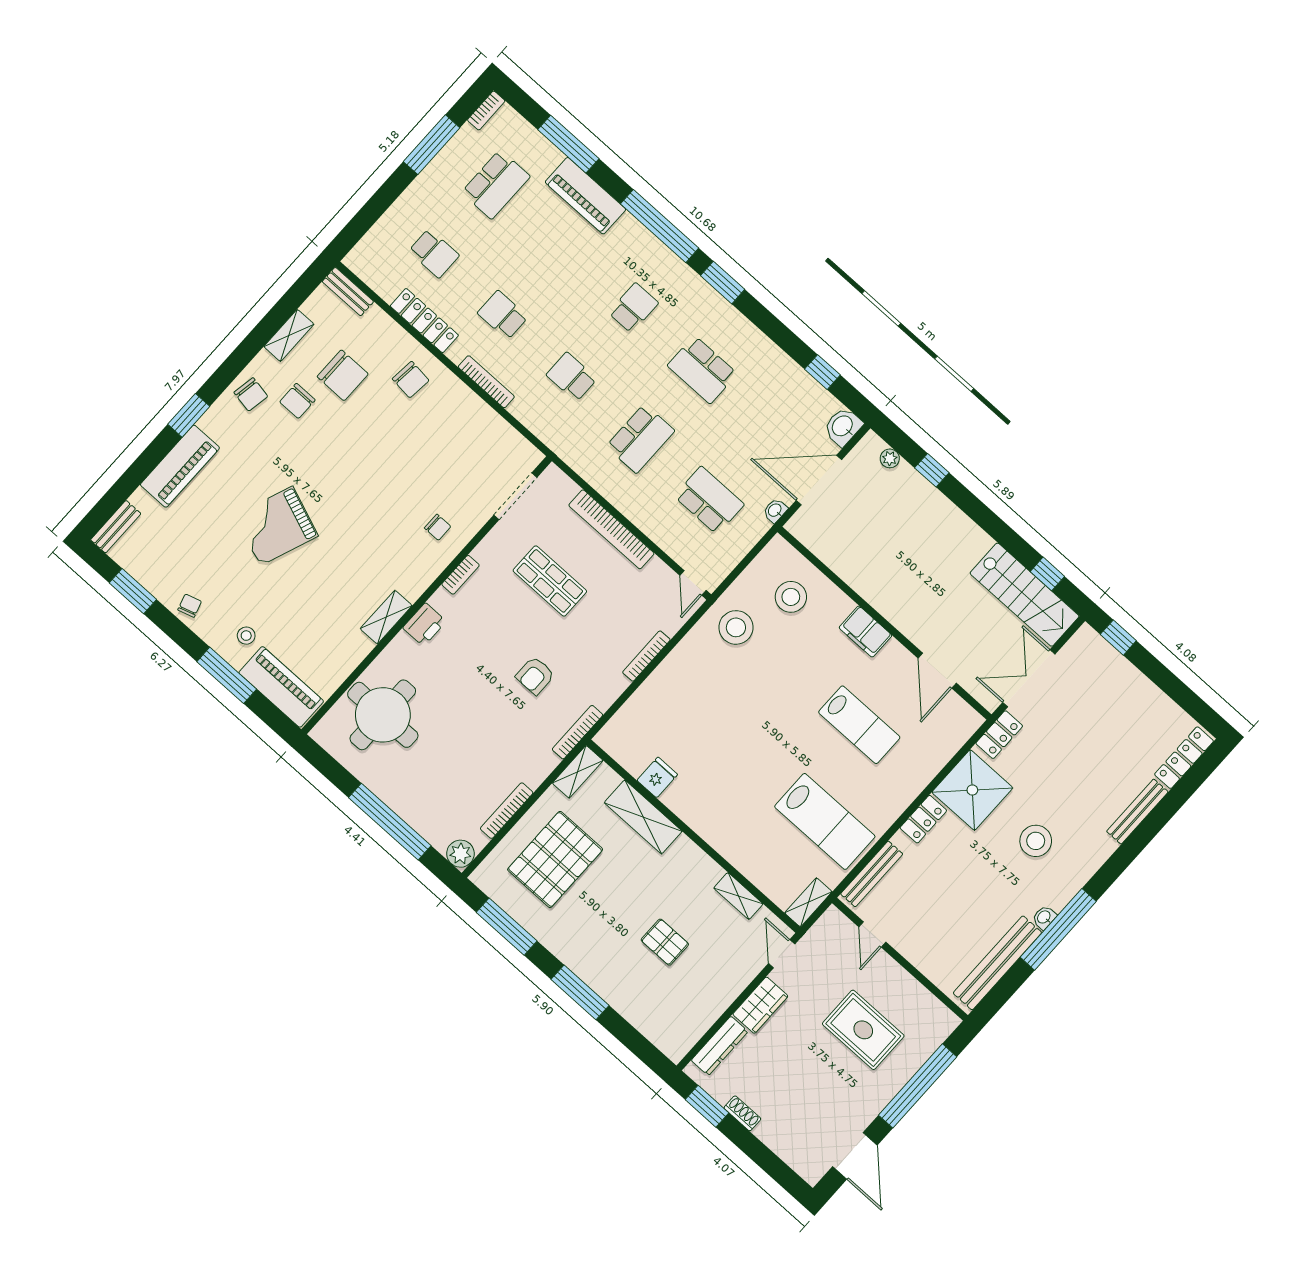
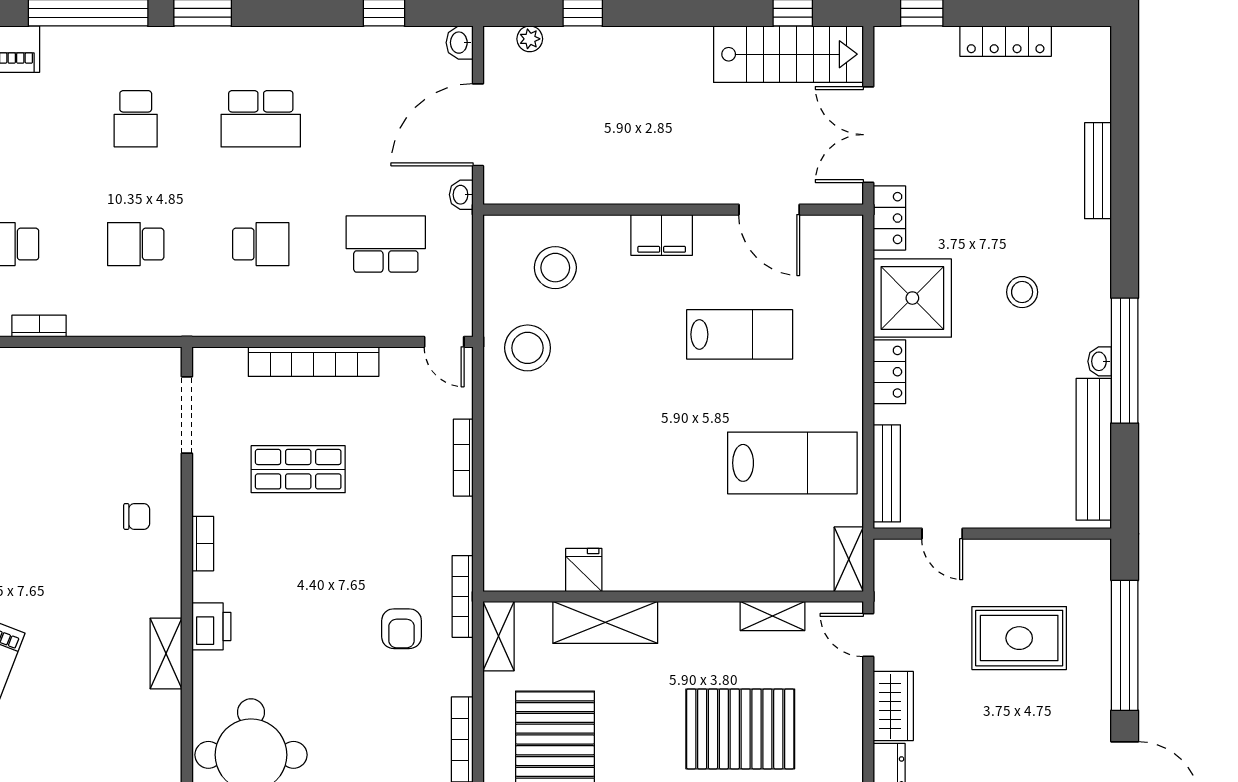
school desk: (633, 308) -> (136, 119), turned 180
bookcase: (486, 382) -> (39, 326), width x0.64
washbasin: (843, 426) -> (460, 43), width x0.72, depth x0.69
school desk: (640, 439) -> (261, 244), width x0.54
armchair: (535, 676) -> (402, 629), moved
locker: (1184, 758) -> (1006, 41), moved, turned -90
stool: (1036, 841) -> (1022, 292), width x0.73, depth x0.73
pallet: (665, 942) -> (740, 729), width x2.05, depth x2.00

